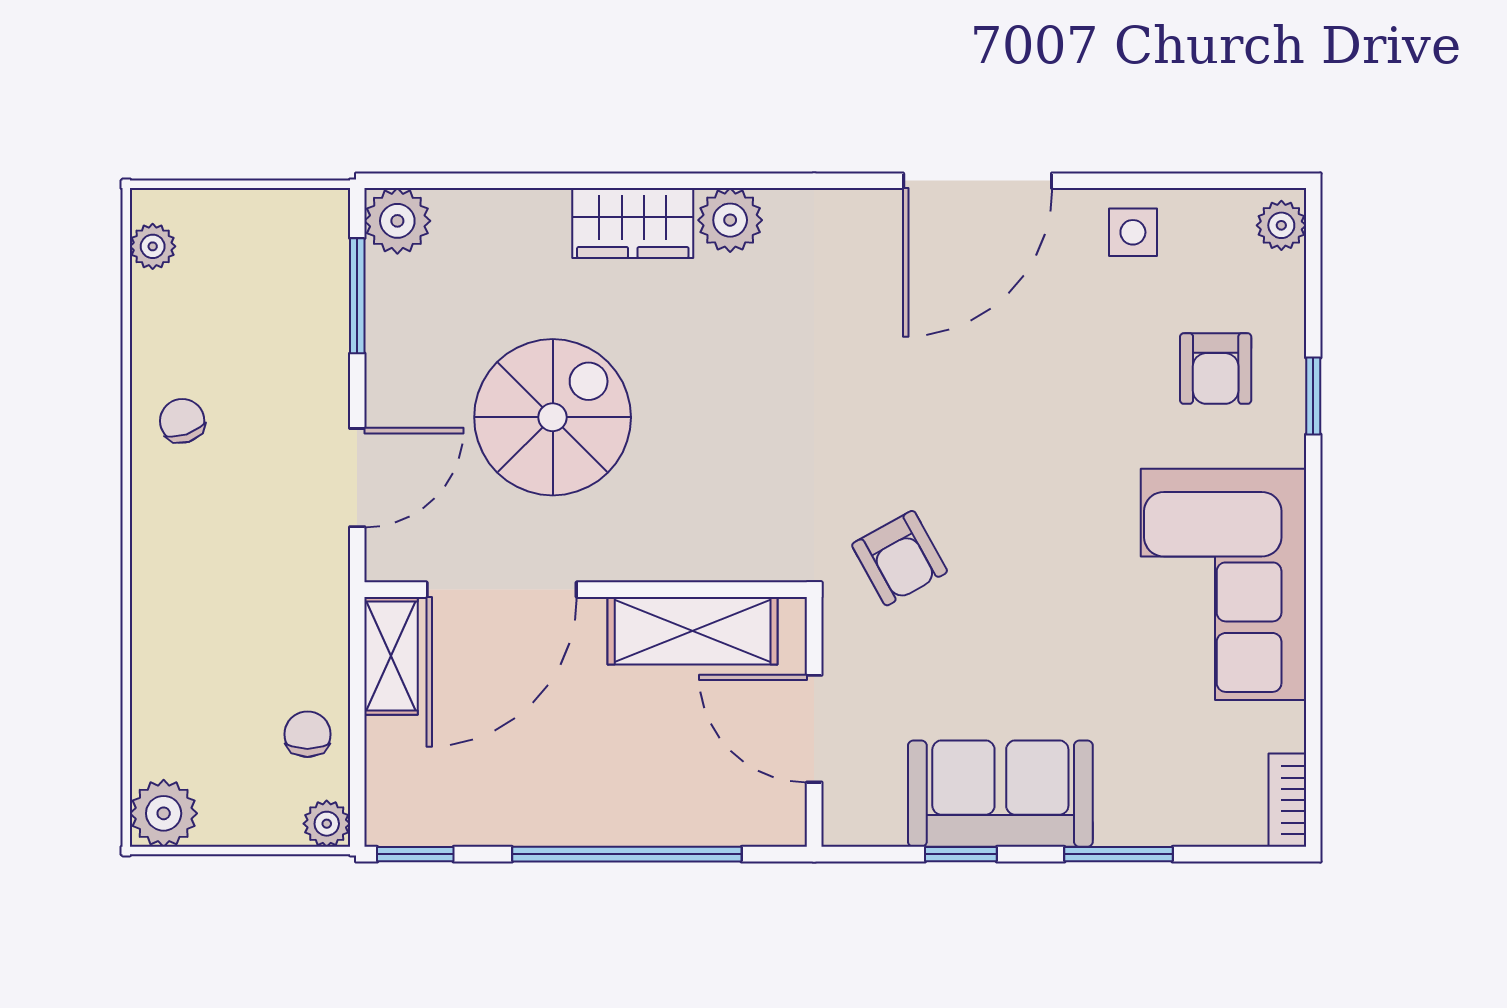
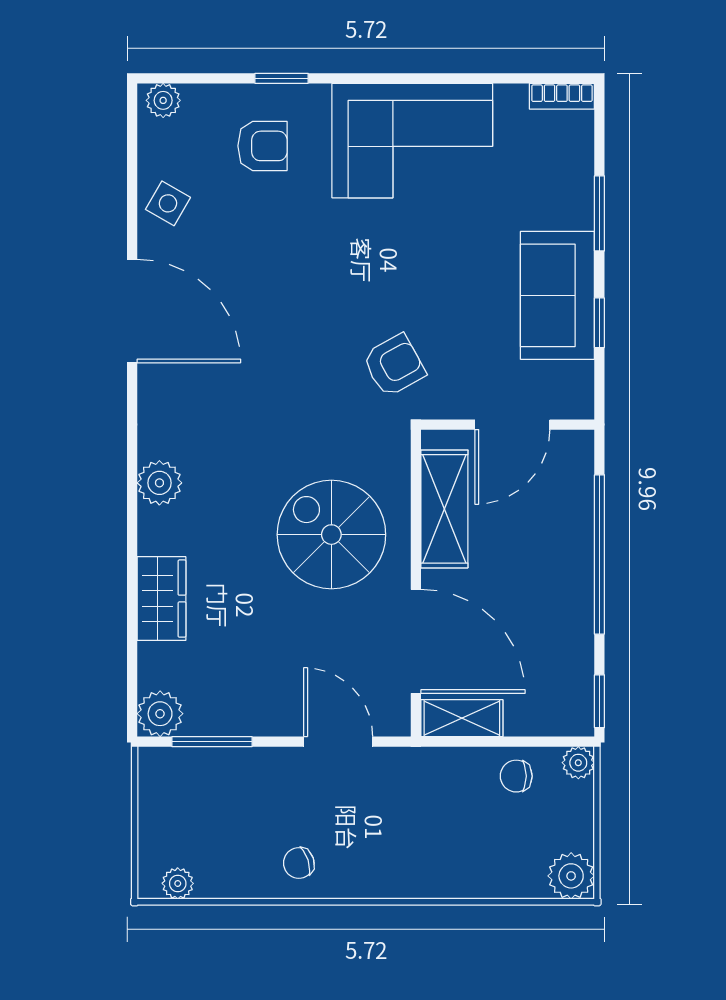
wardrobe: (633, 223) -> (162, 599), moved
side table: (1133, 232) -> (168, 203), turned 30
spiral stairs: (553, 417) -> (331, 535), moved

